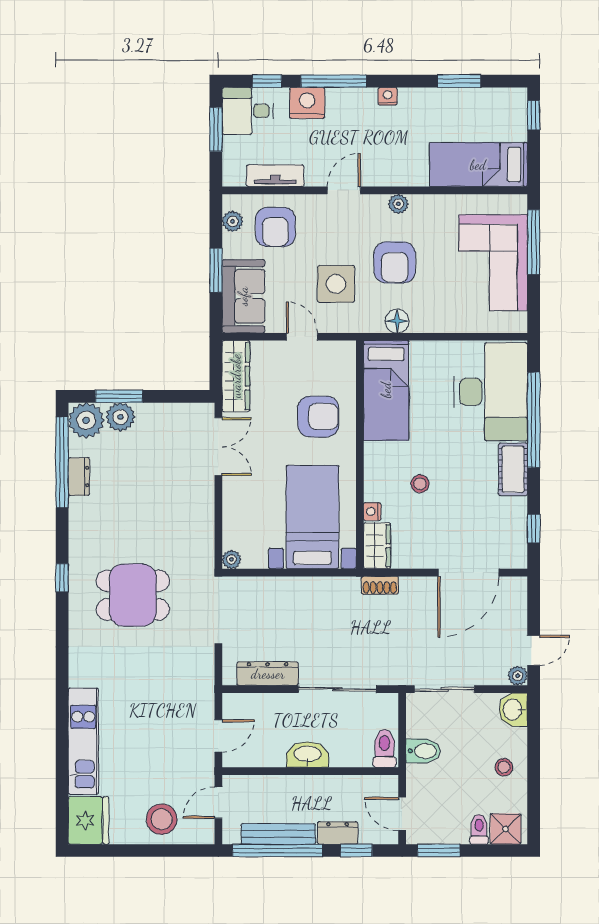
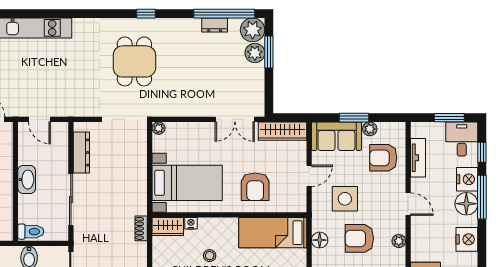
nightstand: (388, 96) -> (467, 239), width x1.89, depth x1.79
floor lamp: (343, 104) -> (466, 204), added
plant: (233, 221) -> (370, 129), moved

